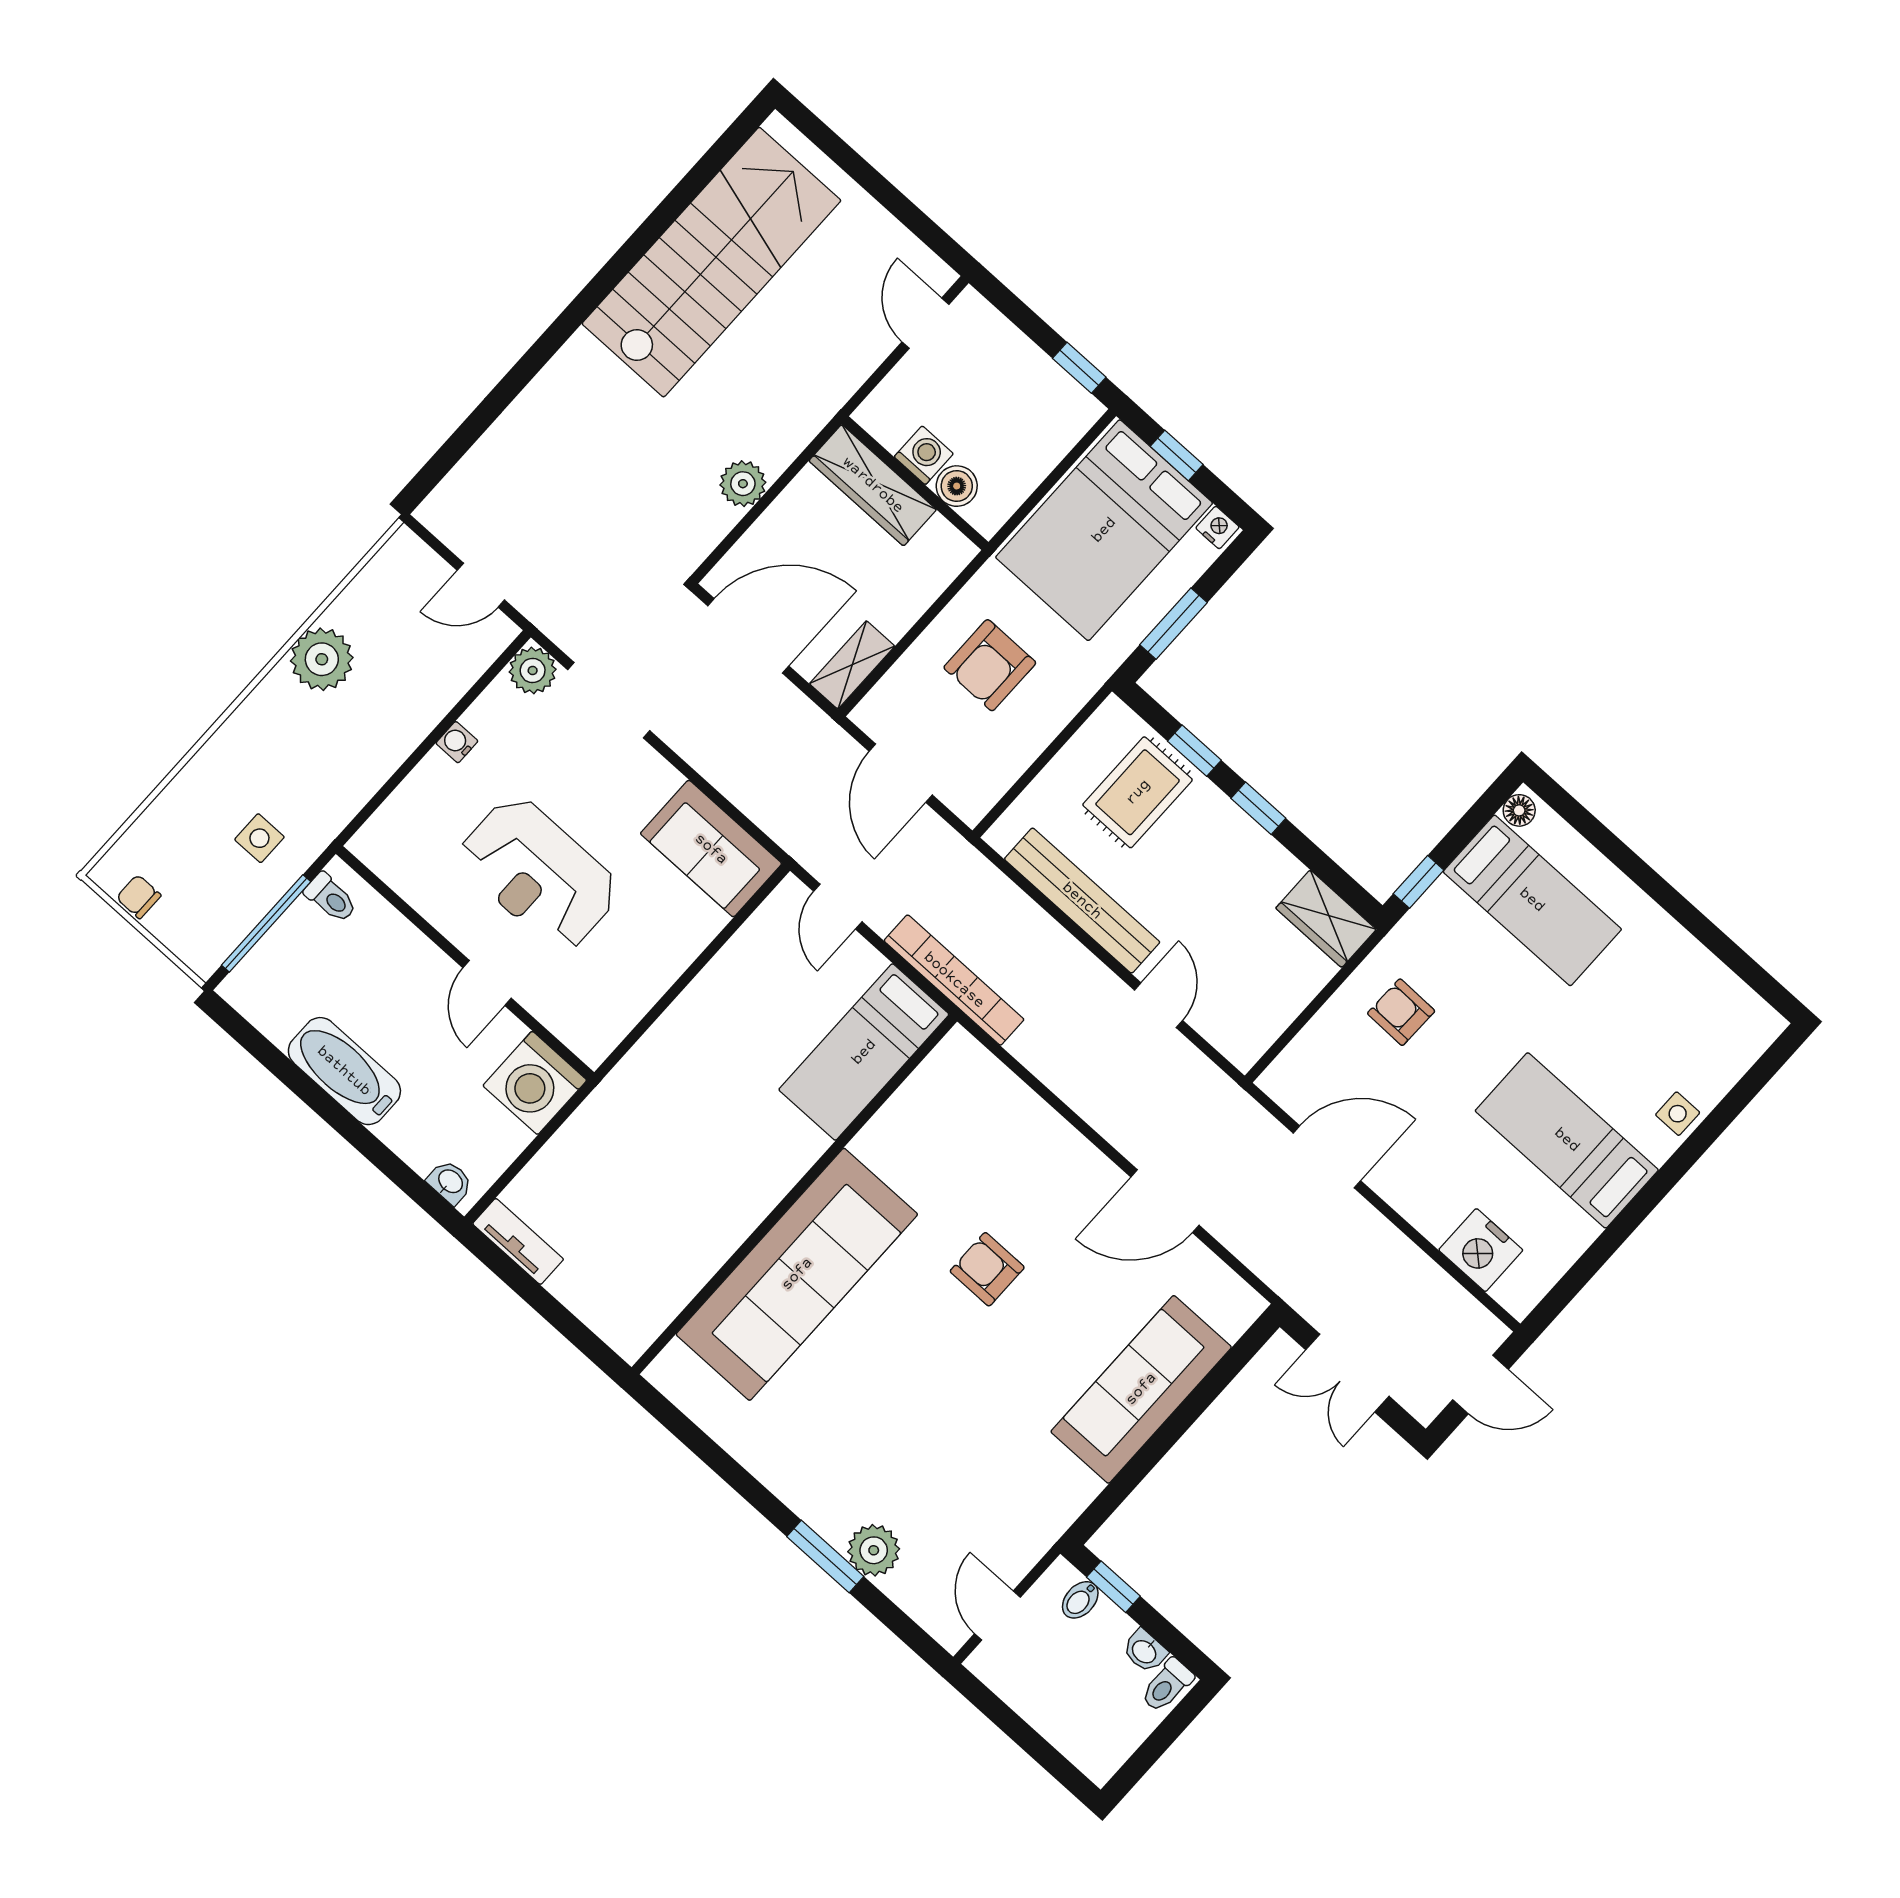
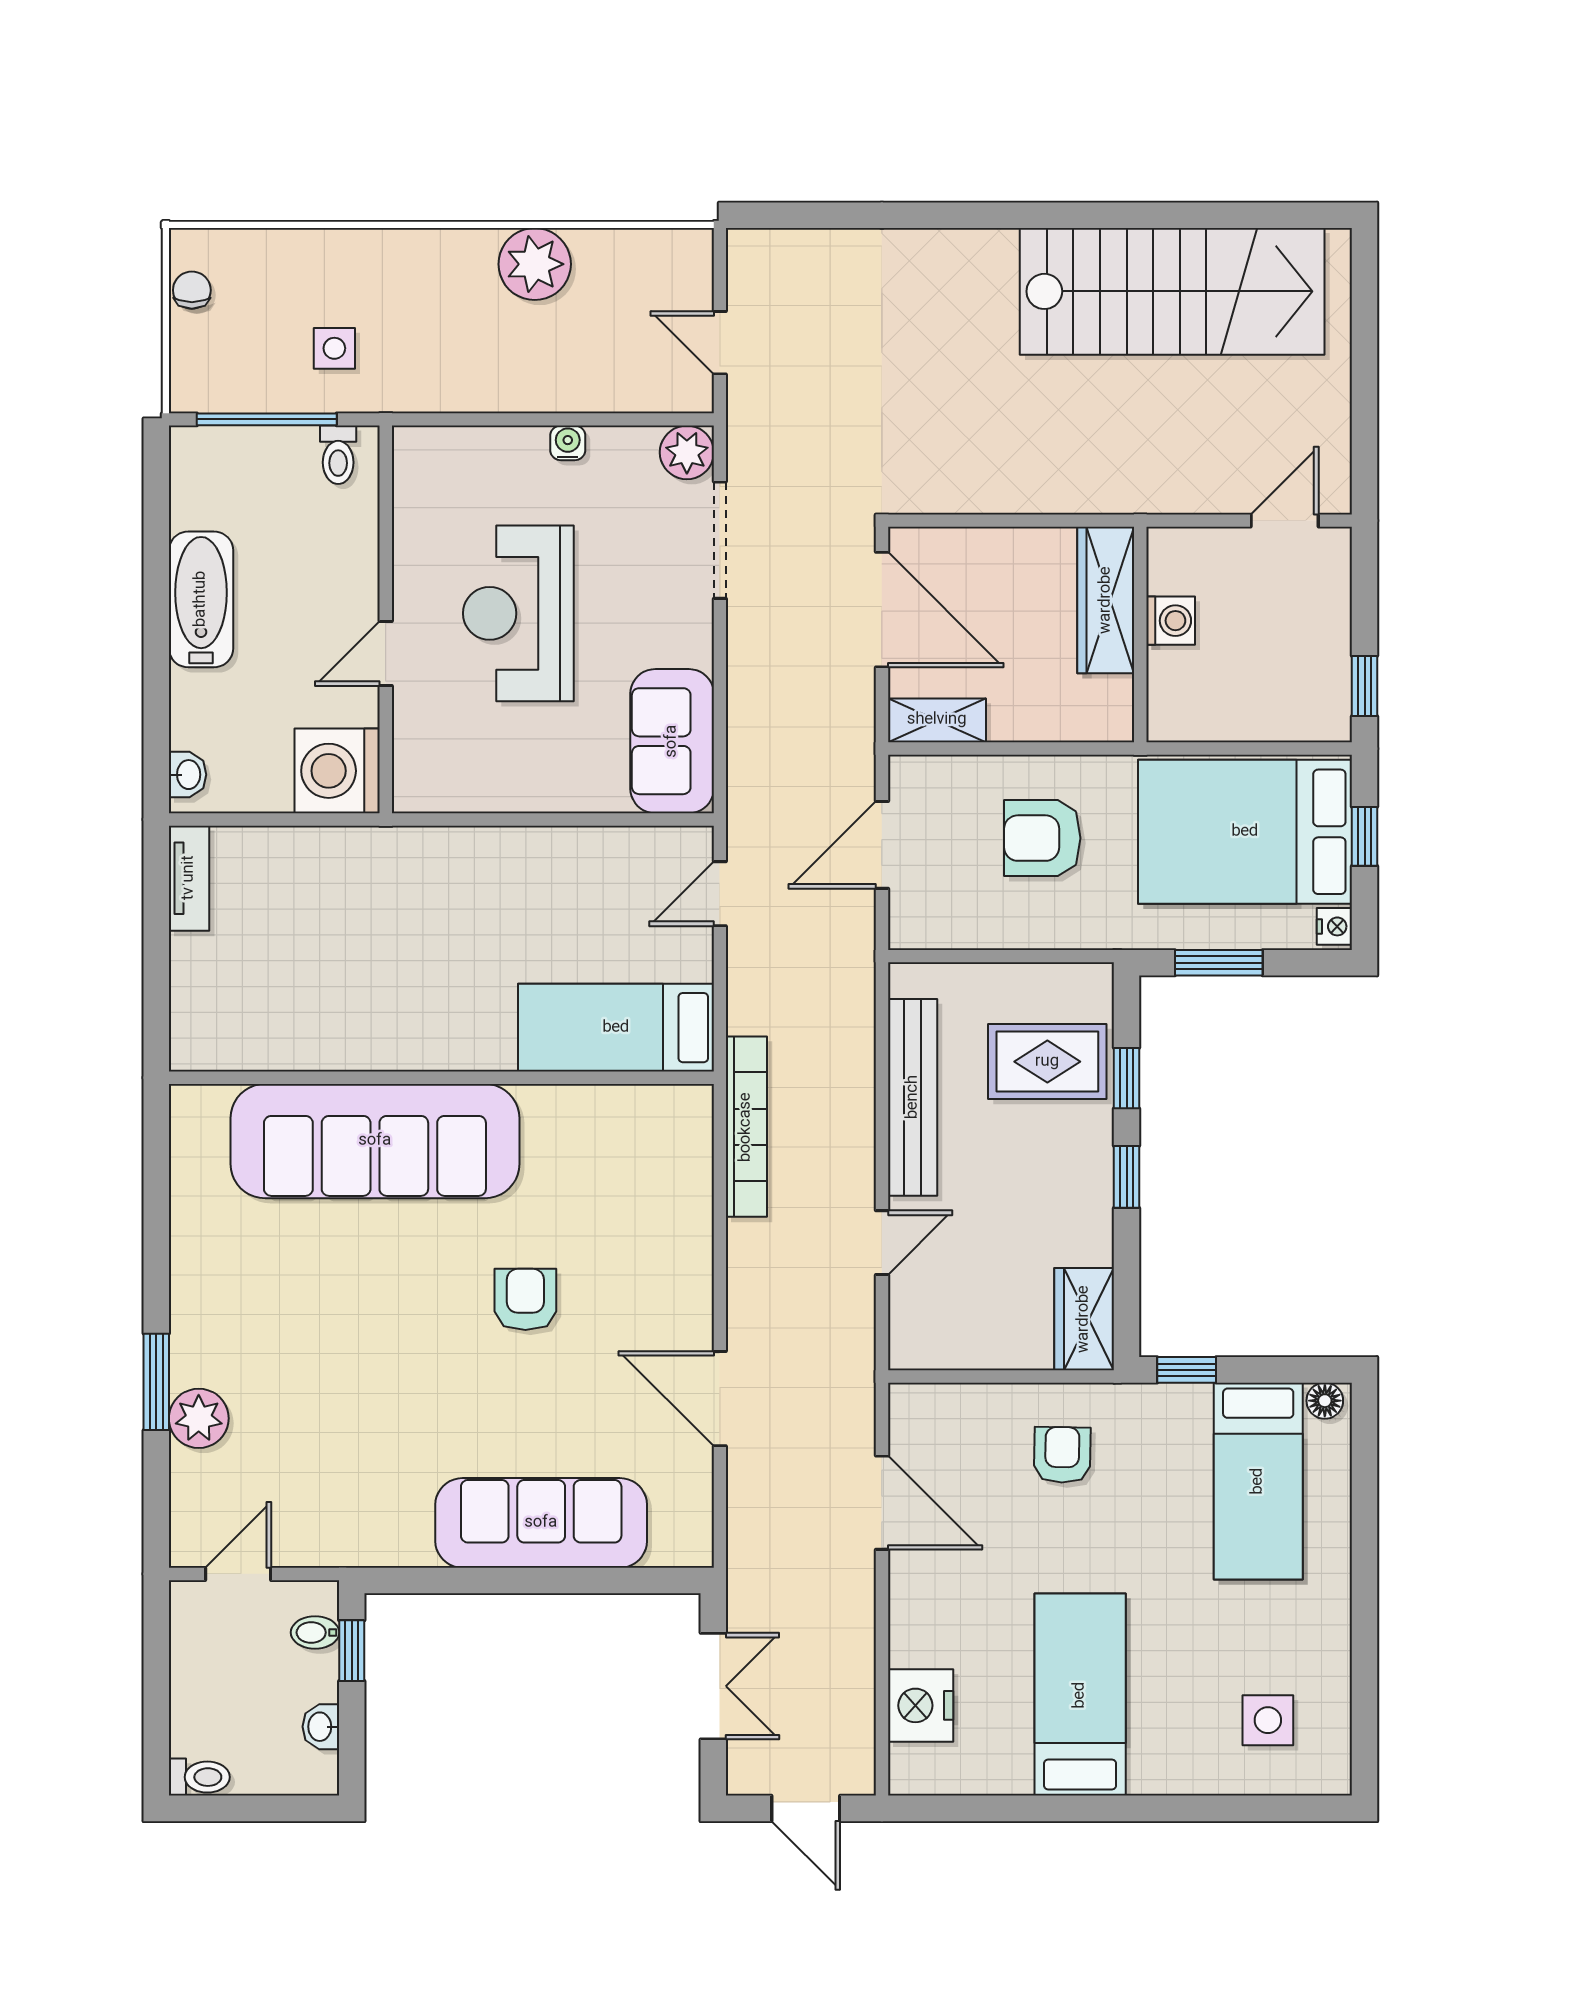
plant: (743, 484) -> (1008, 488), removed
boiler: (957, 486) -> (1170, 672), removed
bookcase: (954, 980) -> (746, 1127), moved
side table: (1678, 1114) -> (1268, 1720), moved, width x1.37, depth x1.37
double door: (1347, 1373) -> (713, 1686), swing flipped
toilet: (1167, 1685) -> (199, 1777), moved, turned 180

